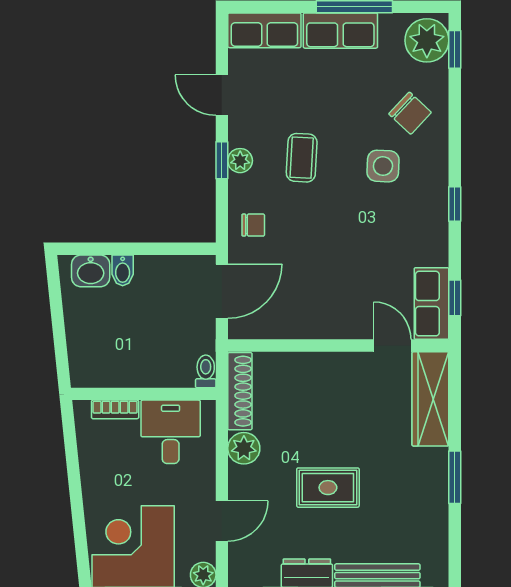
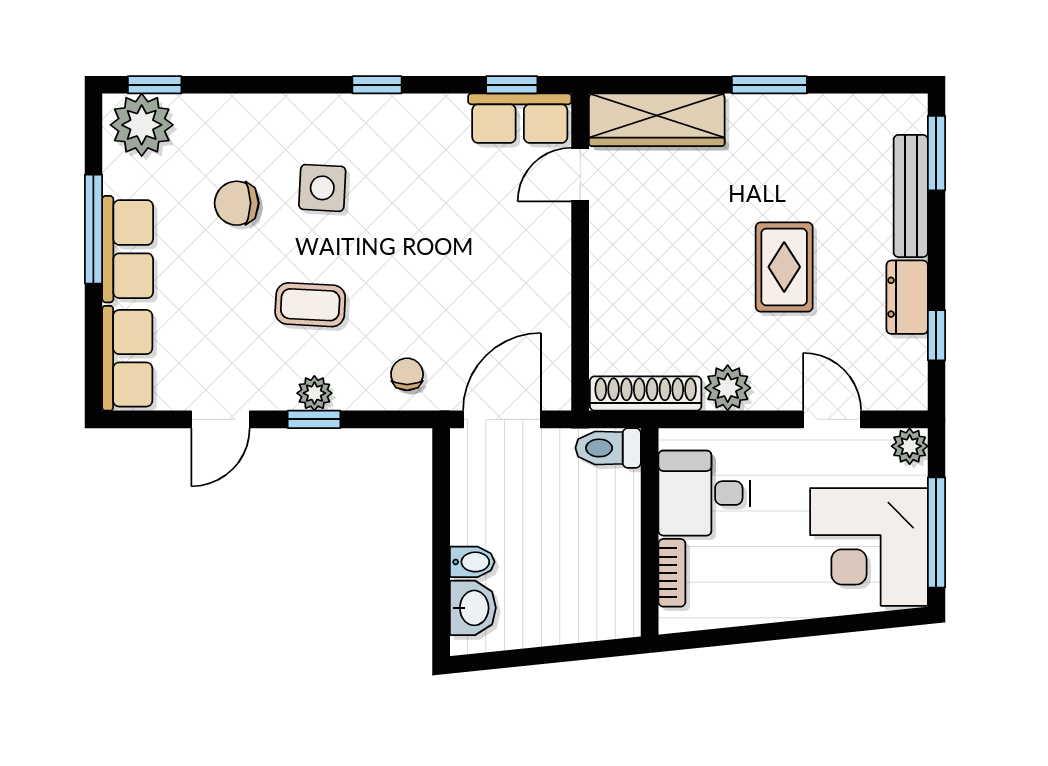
chair: (410, 113) -> (237, 203), moved, turned -133
door: (222, 291) -> (502, 419), hinge flipped
toilet: (206, 371) -> (608, 448), width x1.37, depth x1.39

